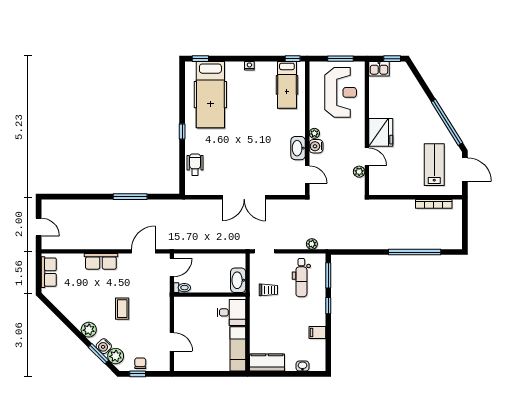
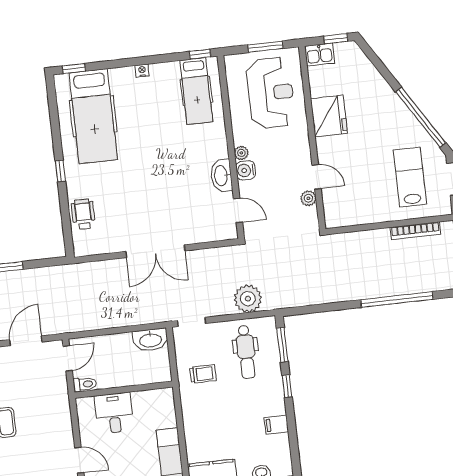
fridge: (381, 132) -> (329, 116), moved
plant: (312, 244) -> (248, 299), width x1.88, depth x1.88
washbasin: (238, 280) -> (150, 340), moved, turned -90
desk: (232, 312) -> (114, 413), moved, turned -90

